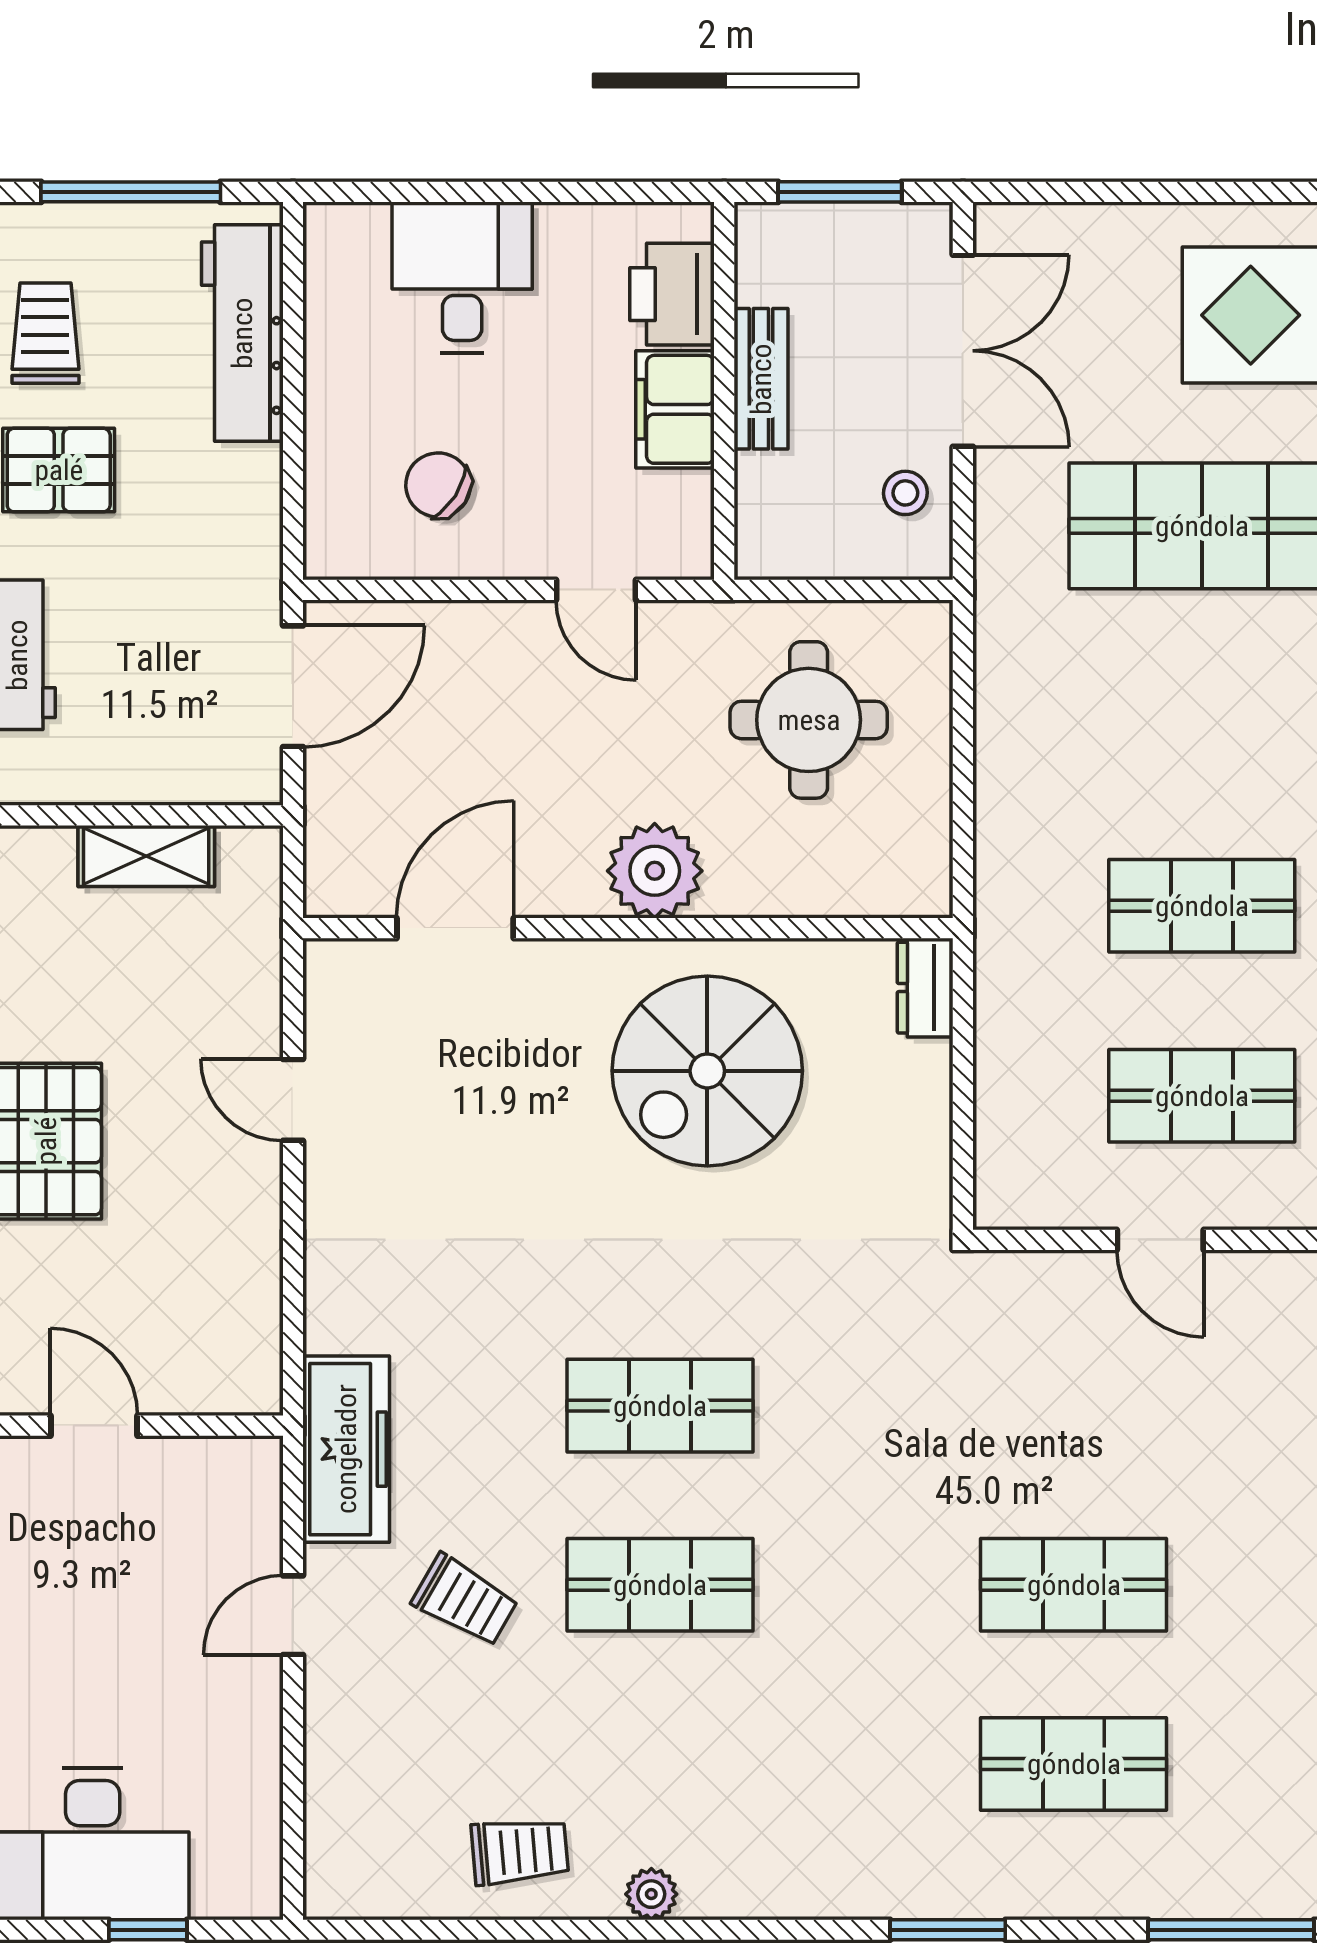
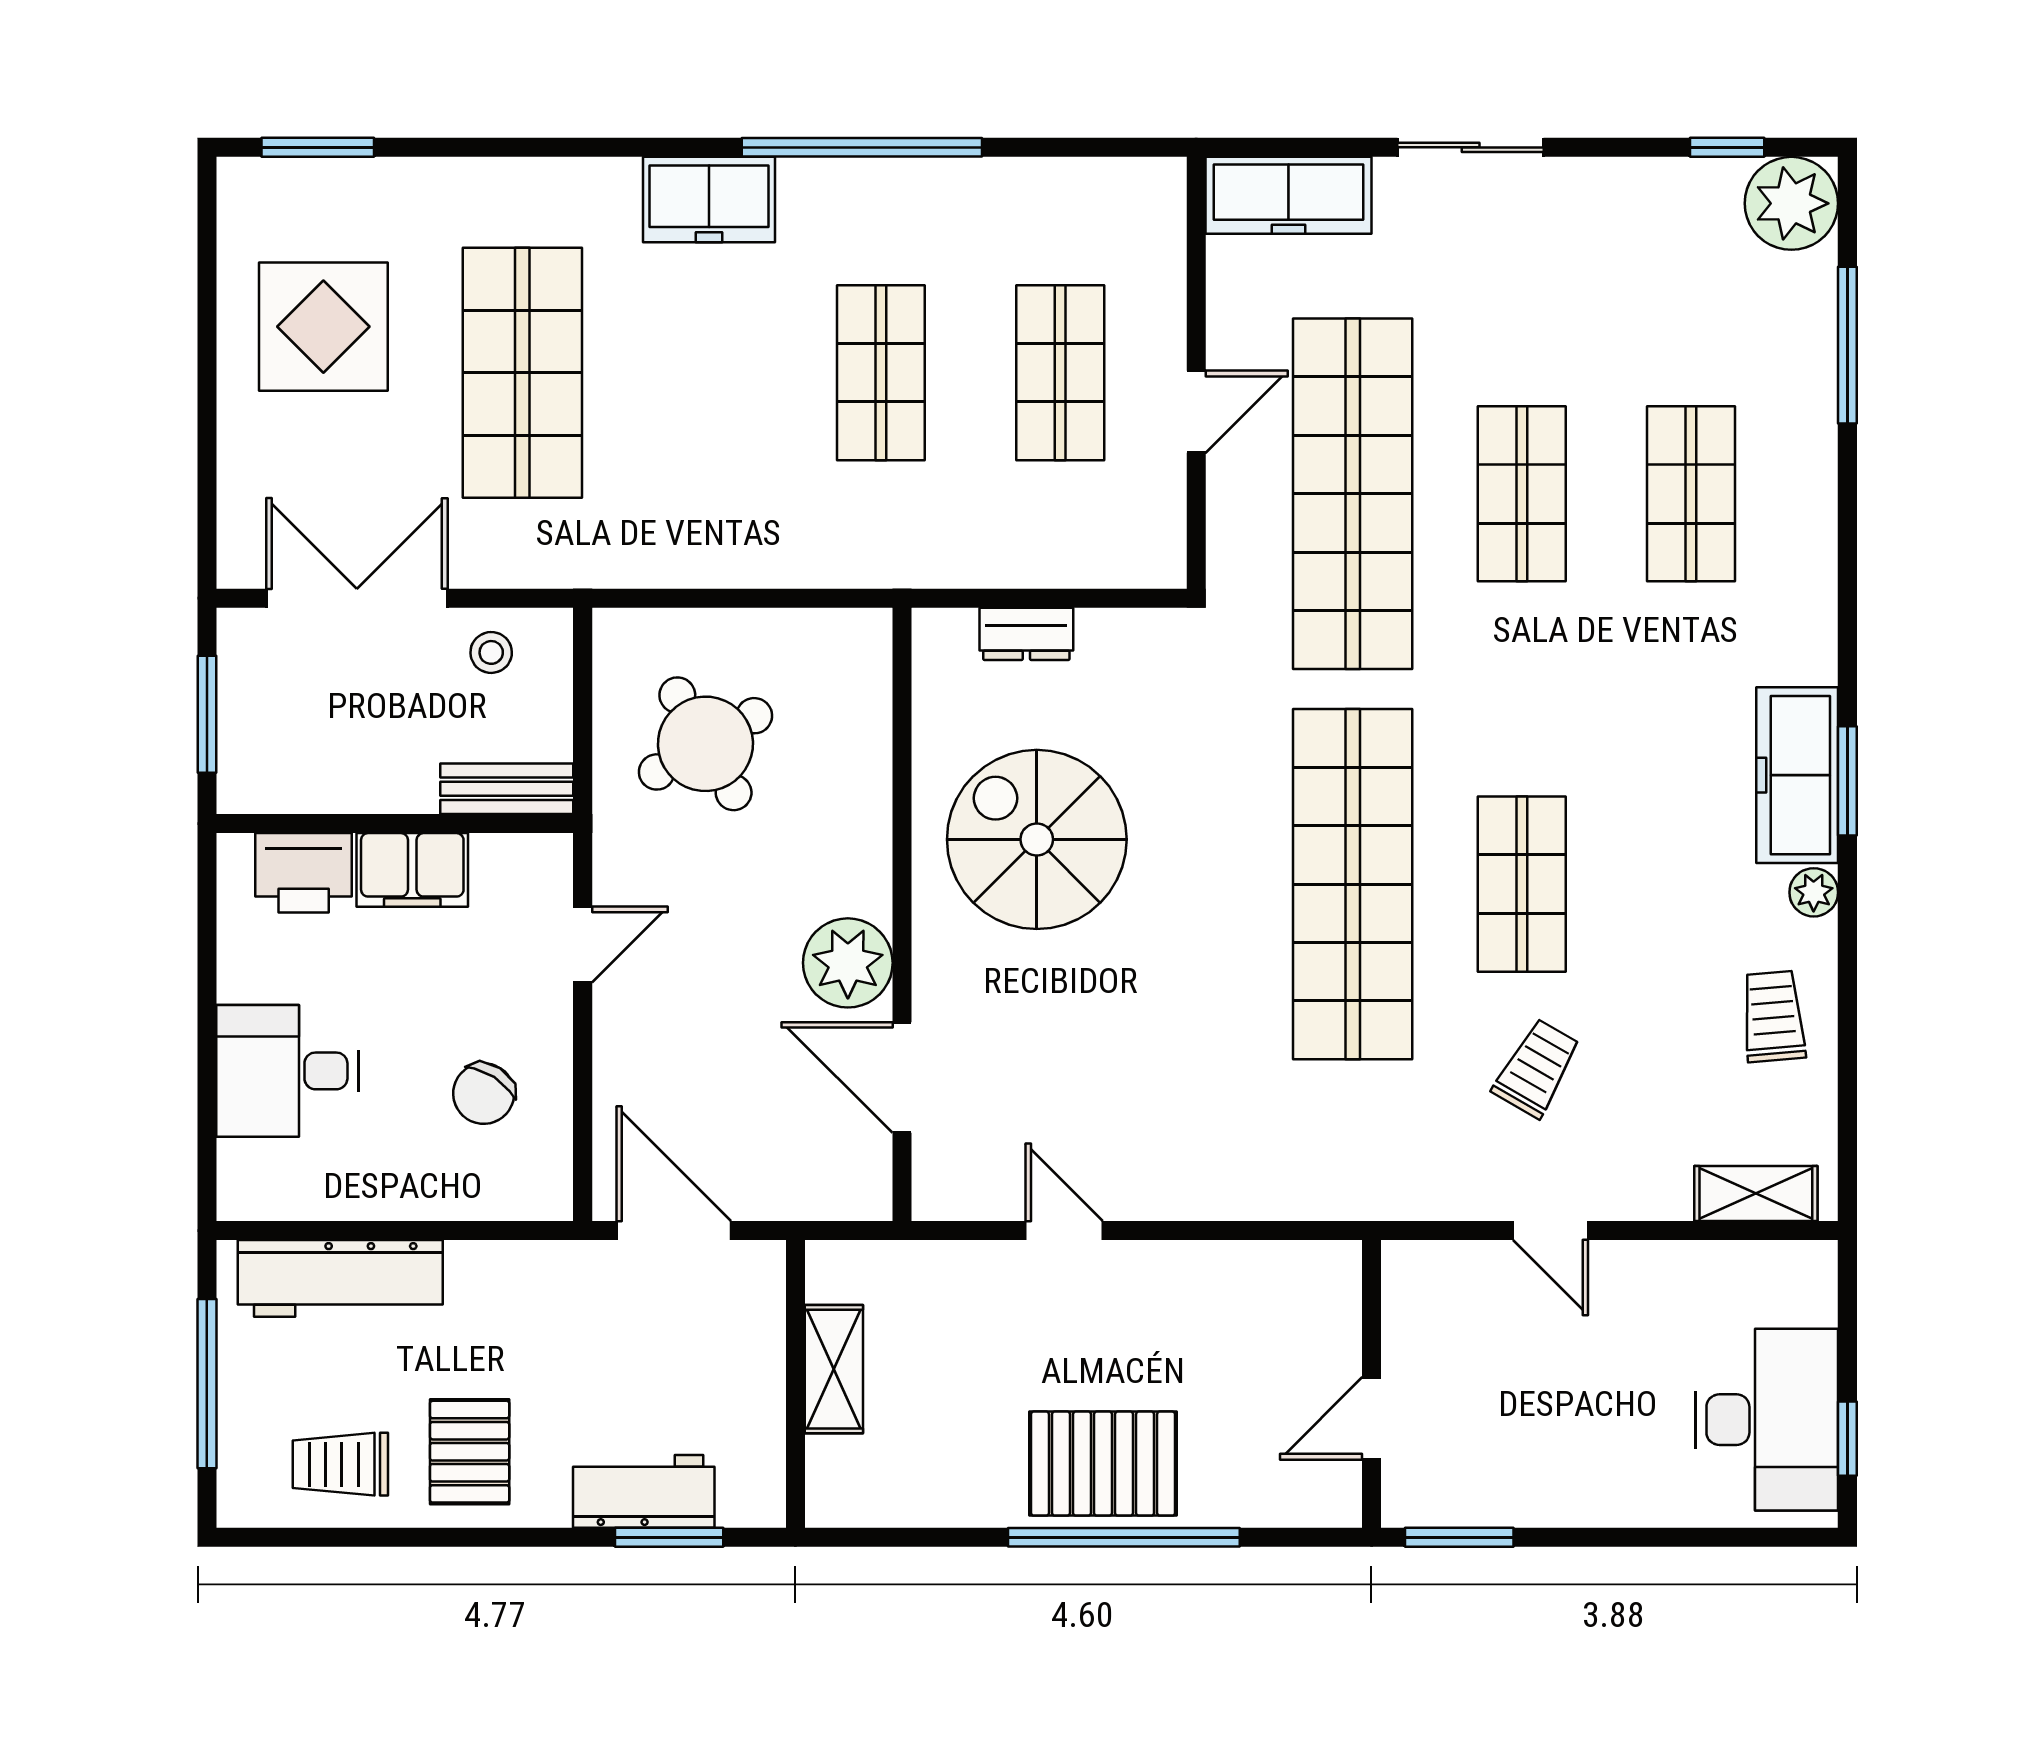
bench: (761, 379) -> (507, 789), moved
round table: (809, 720) -> (705, 744), turned -30
plant: (655, 871) -> (848, 963), moved
dresser: (925, 988) -> (1026, 634), moved
spiral stairs: (707, 1071) -> (1037, 839), turned 180
door: (293, 1100) -> (1064, 1231), swing flipped
shop shelf: (660, 1406) -> (1353, 884), width x2.00, depth x1.36
shop shelf: (1074, 1406) -> (1353, 494), added
freezer: (346, 1449) -> (1797, 775), moved, turned -90
shelving: (332, 1833) -> (1756, 1194), added
window: (148, 1930) -> (1847, 1439), moved
window: (948, 1930) -> (1847, 781), moved

